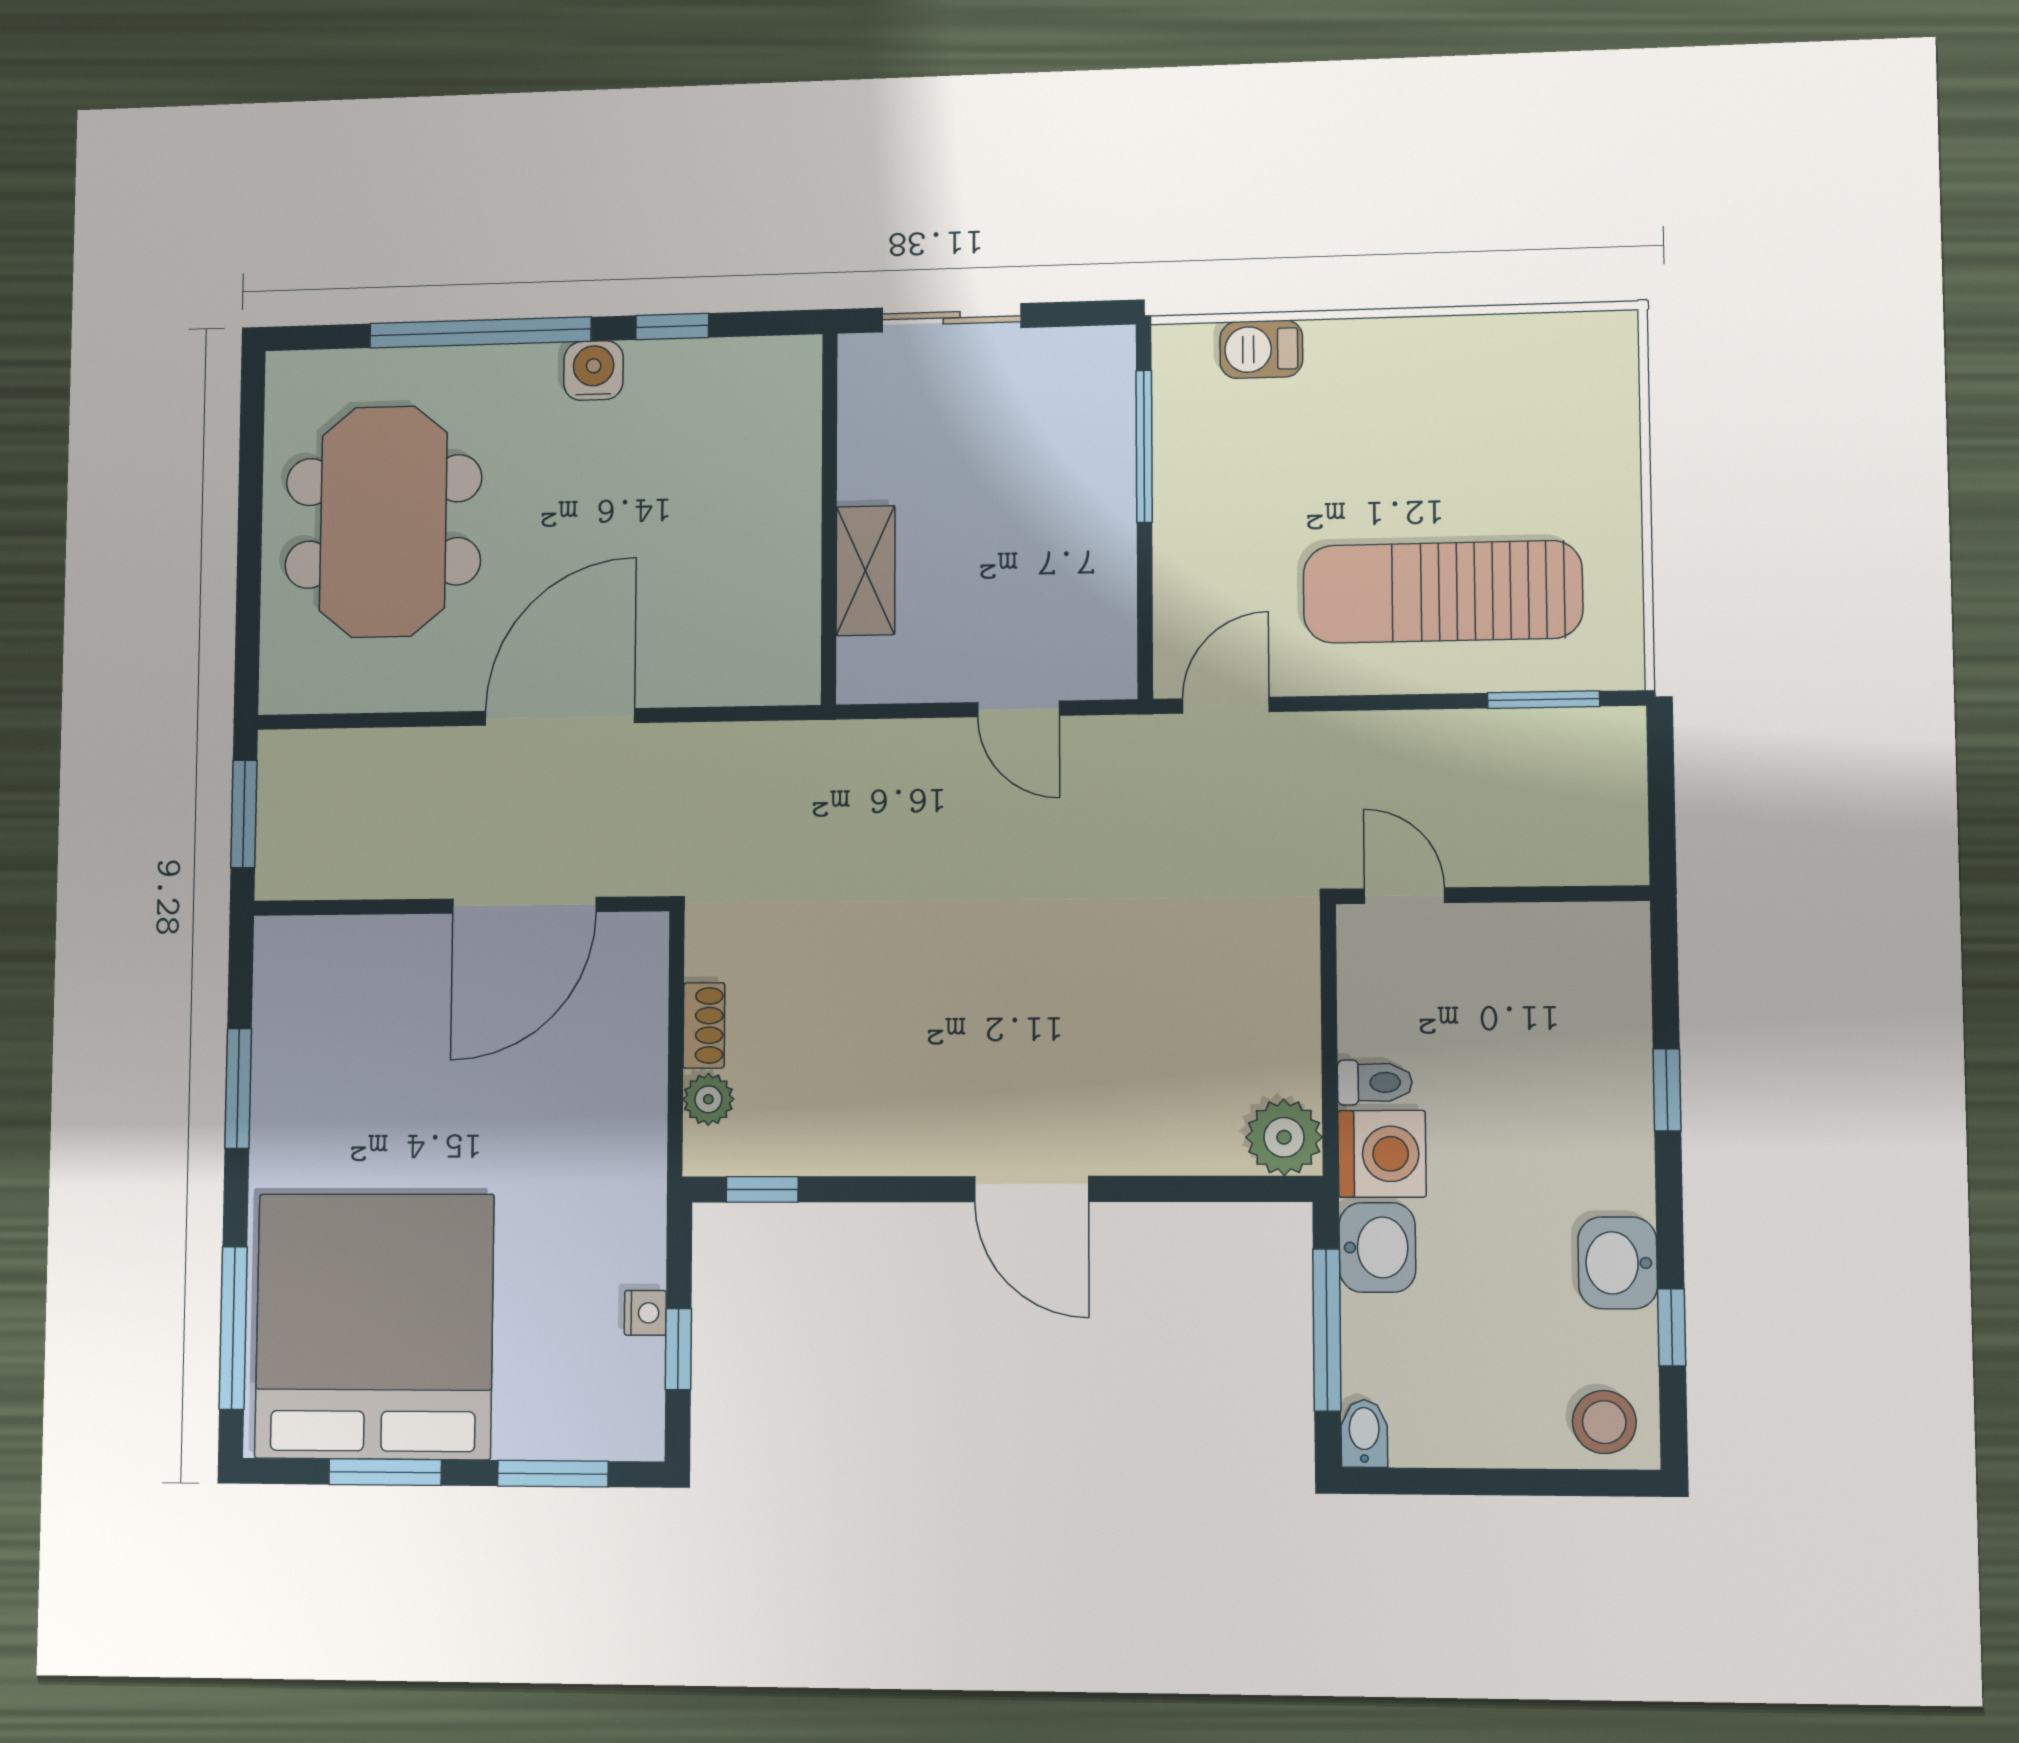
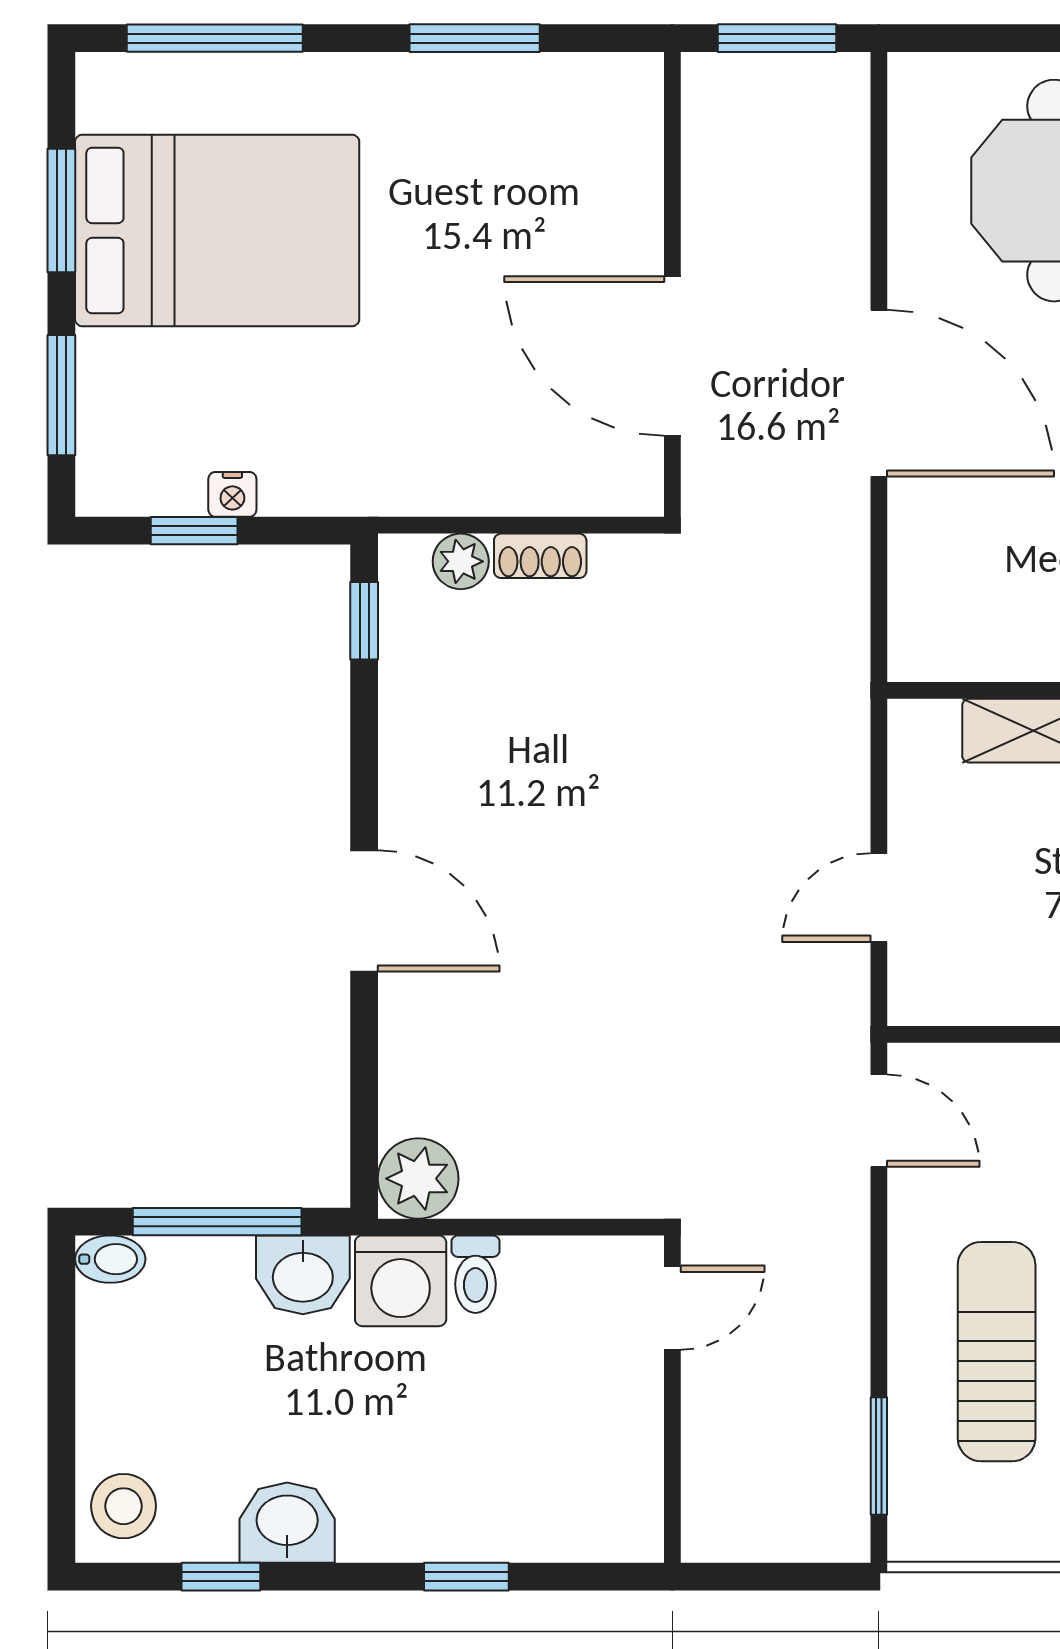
sun lounger: (1442, 592) -> (997, 1352), width x0.73, depth x0.75
door: (1032, 1189) -> (364, 911), swing flipped
bed: (374, 1326) -> (217, 231), width x0.73

